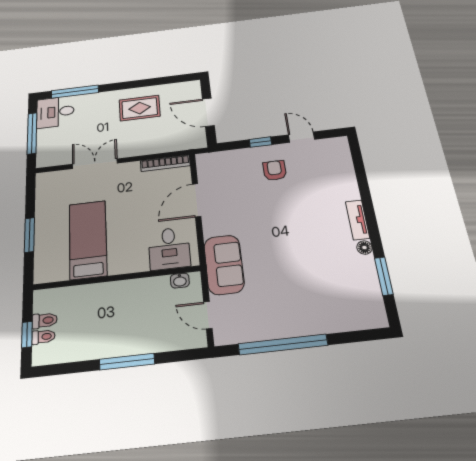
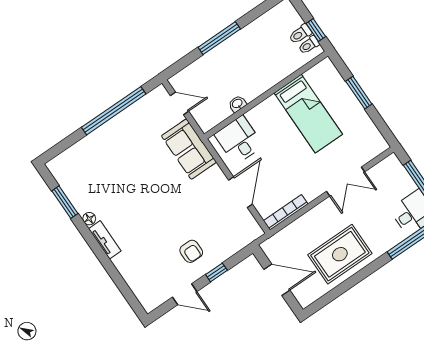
rug: (140, 108) -> (340, 254), width x1.36, depth x1.43
washbasin: (180, 281) -> (237, 104), moved
window: (27, 335) -> (316, 30), moved
toilet: (43, 337) -> (309, 45), moved

